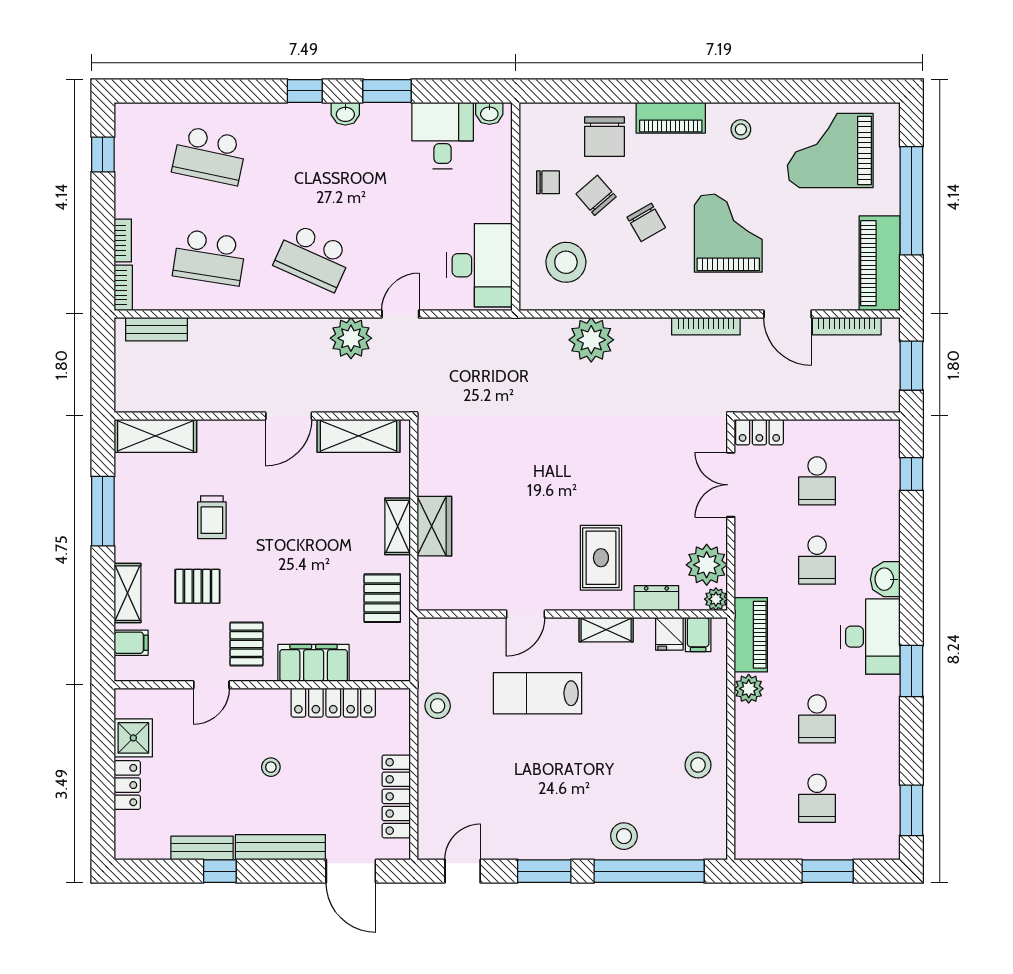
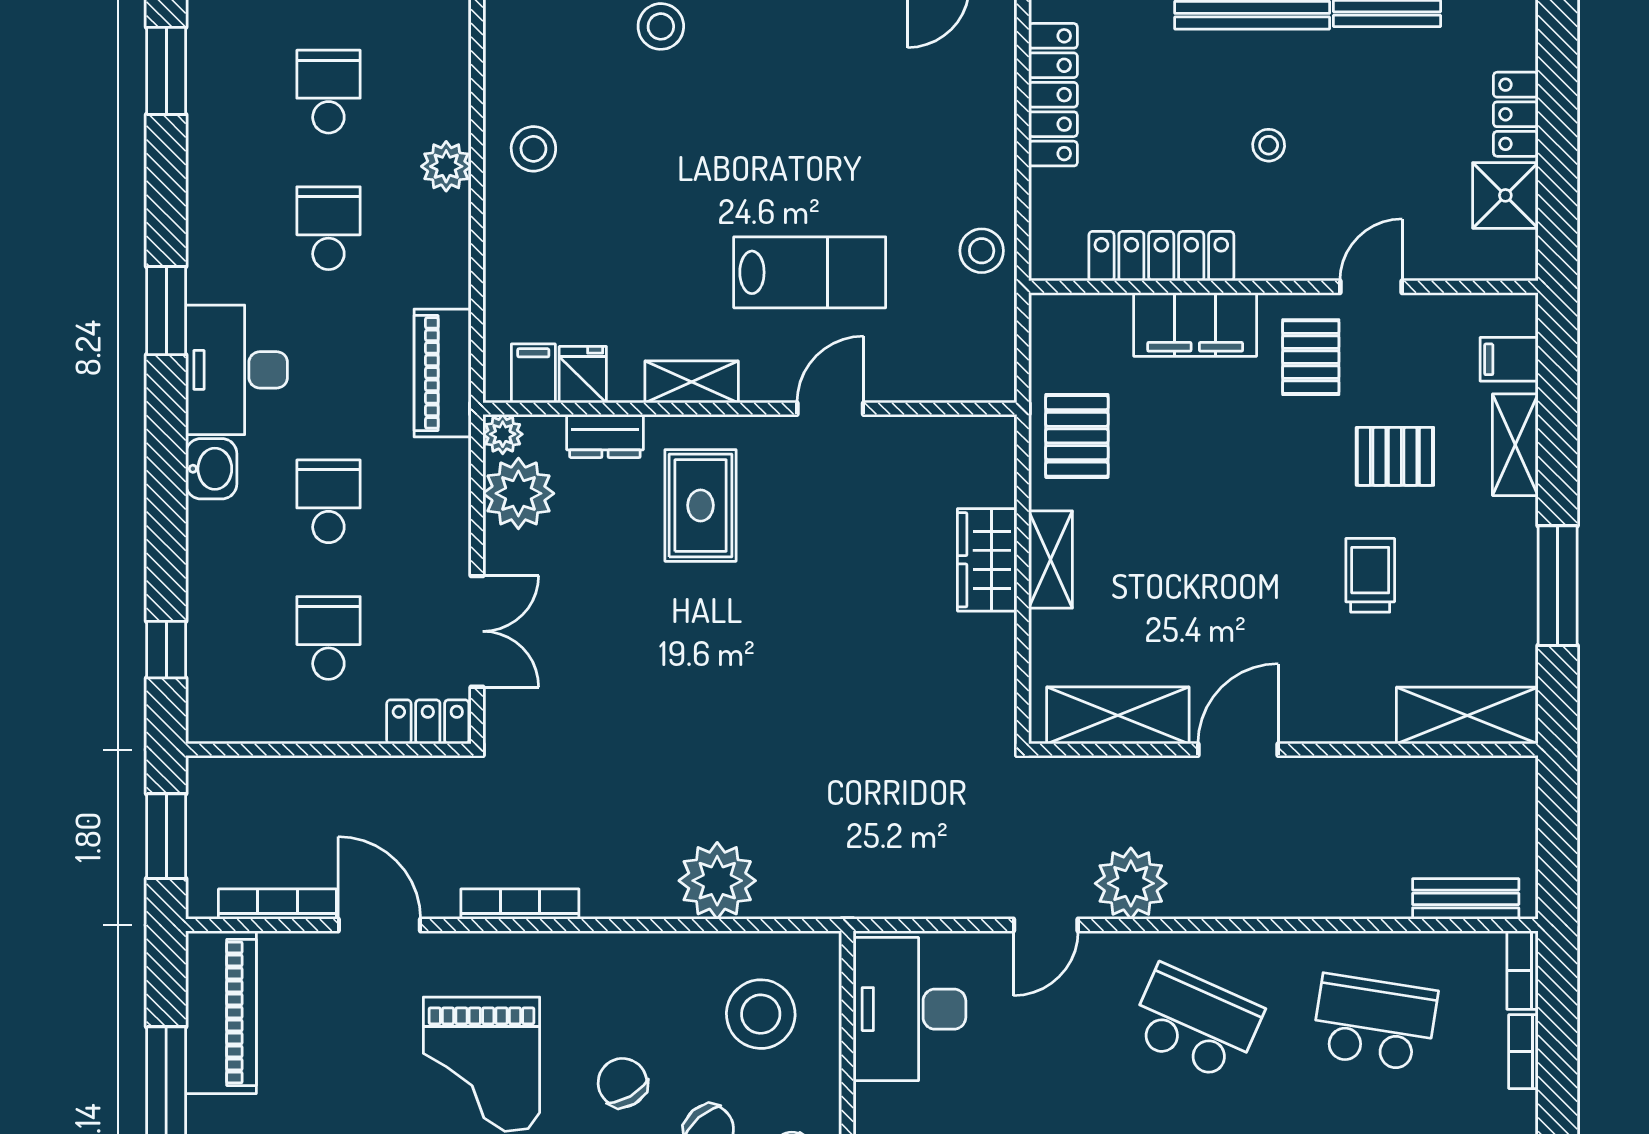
plant: (749, 689) -> (446, 166), moved

